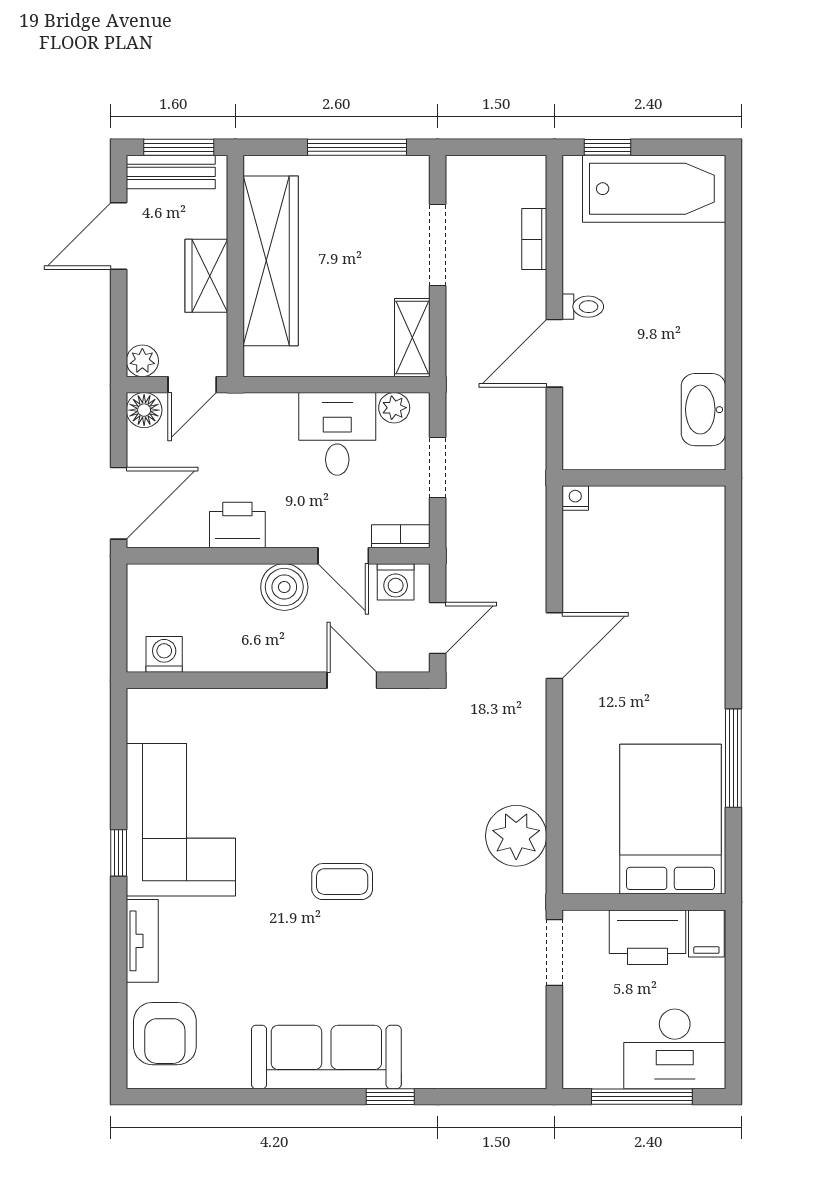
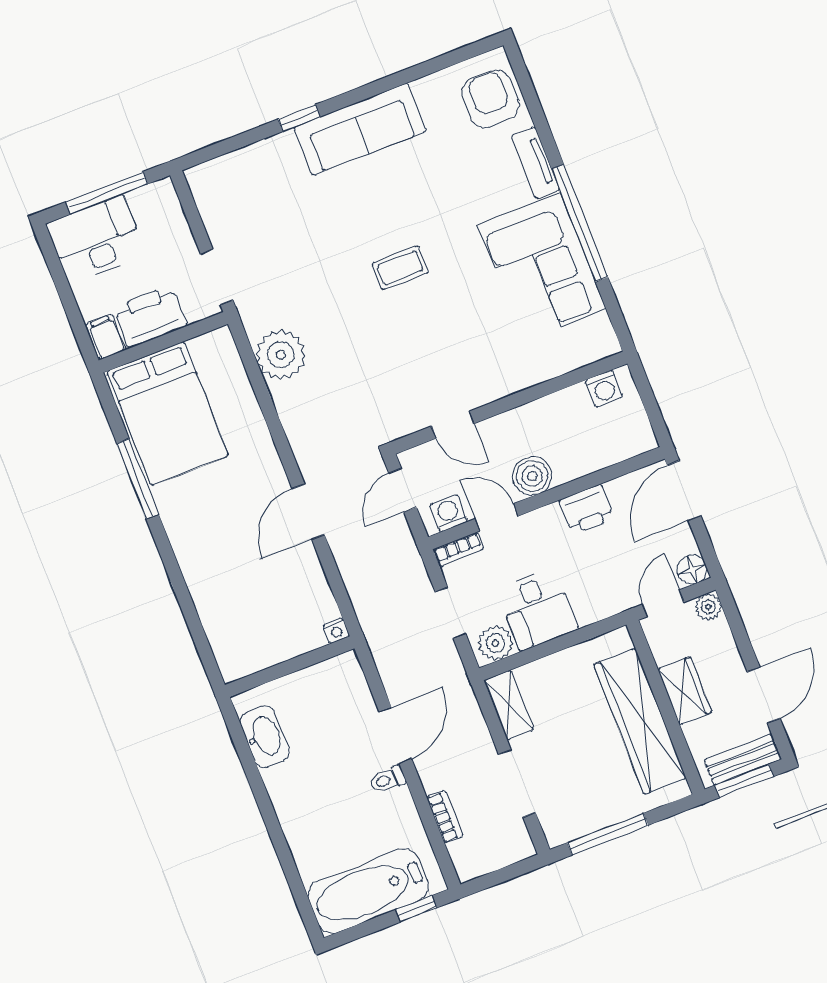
plant: (394, 408) -> (495, 643), width x1.38, depth x1.38
window: (119, 853) -> (580, 223), width x3.17

